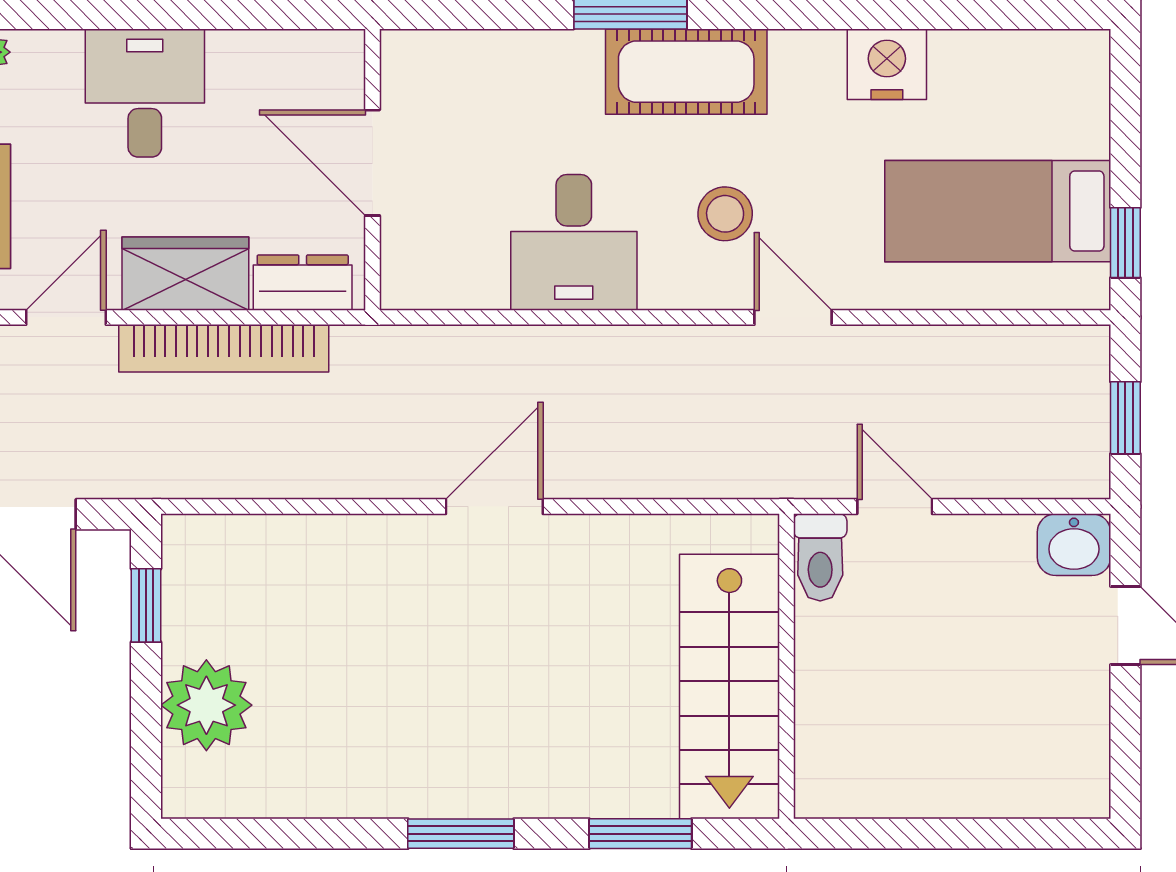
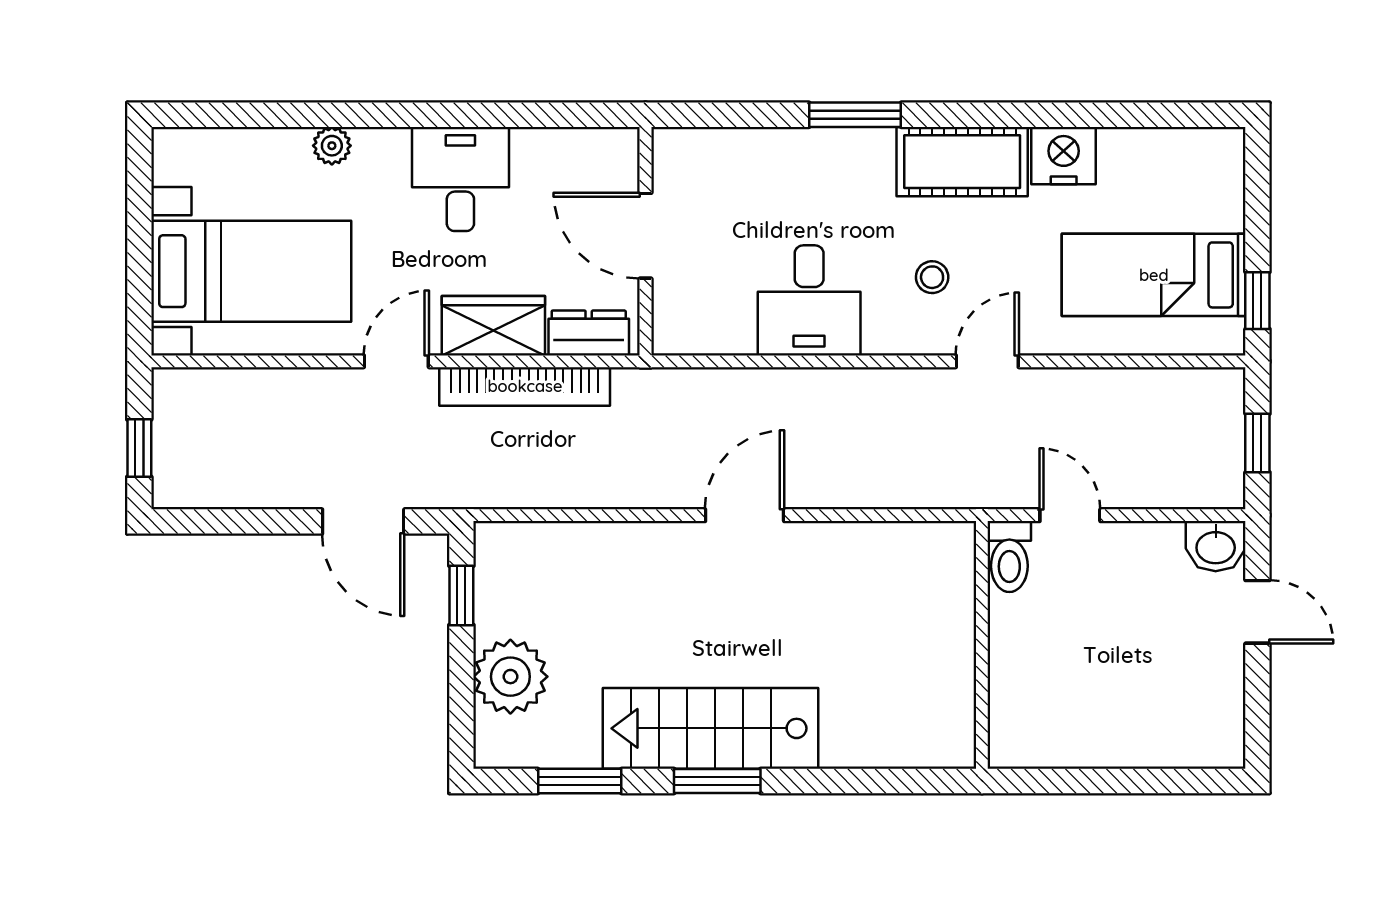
cot: (686, 72) -> (962, 162), moved
stool: (725, 214) -> (932, 277), width x0.73, depth x0.73
door: (793, 317) -> (987, 361), hinge flipped
stairs: (729, 686) -> (710, 728), moved, turned 90
window: (640, 834) -> (580, 781), moved

